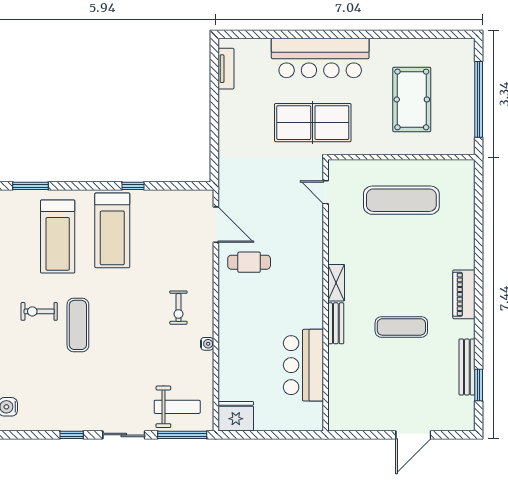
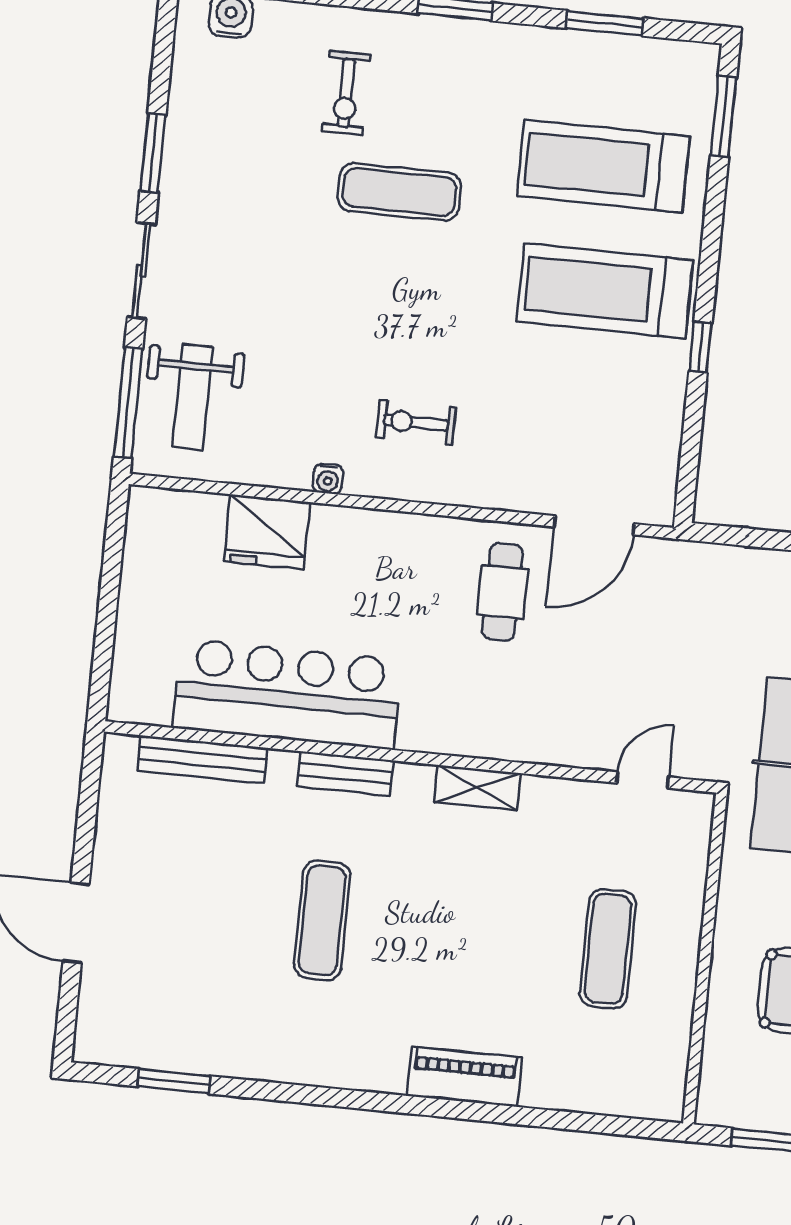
exercise mat: (401, 200) -> (608, 949), width x0.73, depth x0.69
shelving: (336, 283) -> (477, 788), moved
piano: (464, 294) -> (464, 1077), moved
exercise bike: (39, 311) -> (346, 93), moved, turned 180
bar counter: (303, 365) -> (288, 694), width x1.36
bench: (467, 367) -> (203, 759), moved
fridge: (236, 416) -> (267, 532), moved, turned 90
window: (72, 435) -> (153, 153), width x1.50

